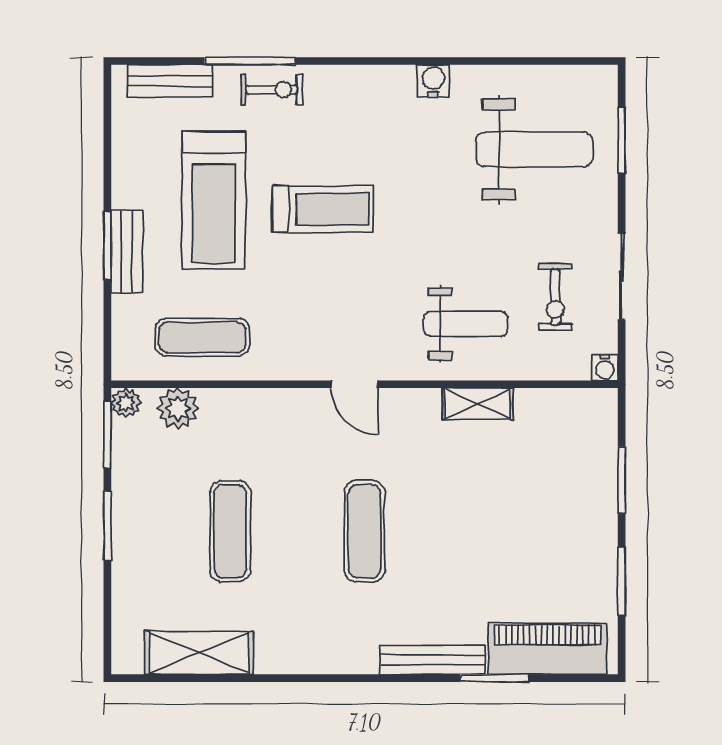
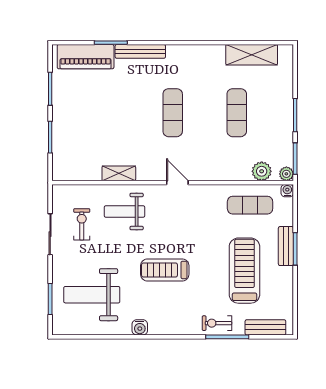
treadmill: (323, 209) -> (165, 270), moved
water cooler: (605, 368) -> (287, 191), moved

